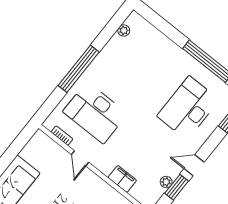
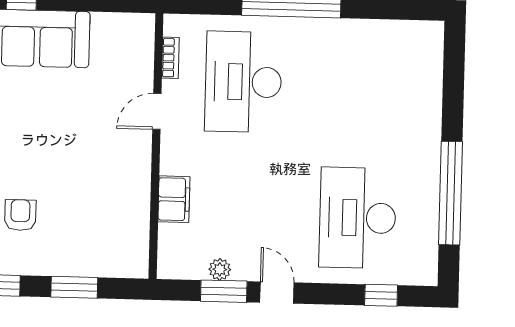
plant: (124, 30) -> (401, 31), removed
desk: (188, 108) -> (358, 218), turned -90

